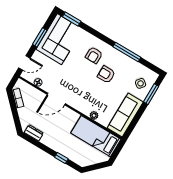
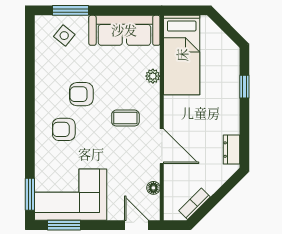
window: (40, 37) -> (64, 225), moved
window: (127, 52) -> (30, 84), removed
armchair: (94, 55) -> (64, 129), turned 180
armchair: (106, 74) -> (81, 94), turned 90
coffee table: (81, 89) -> (125, 118), added

